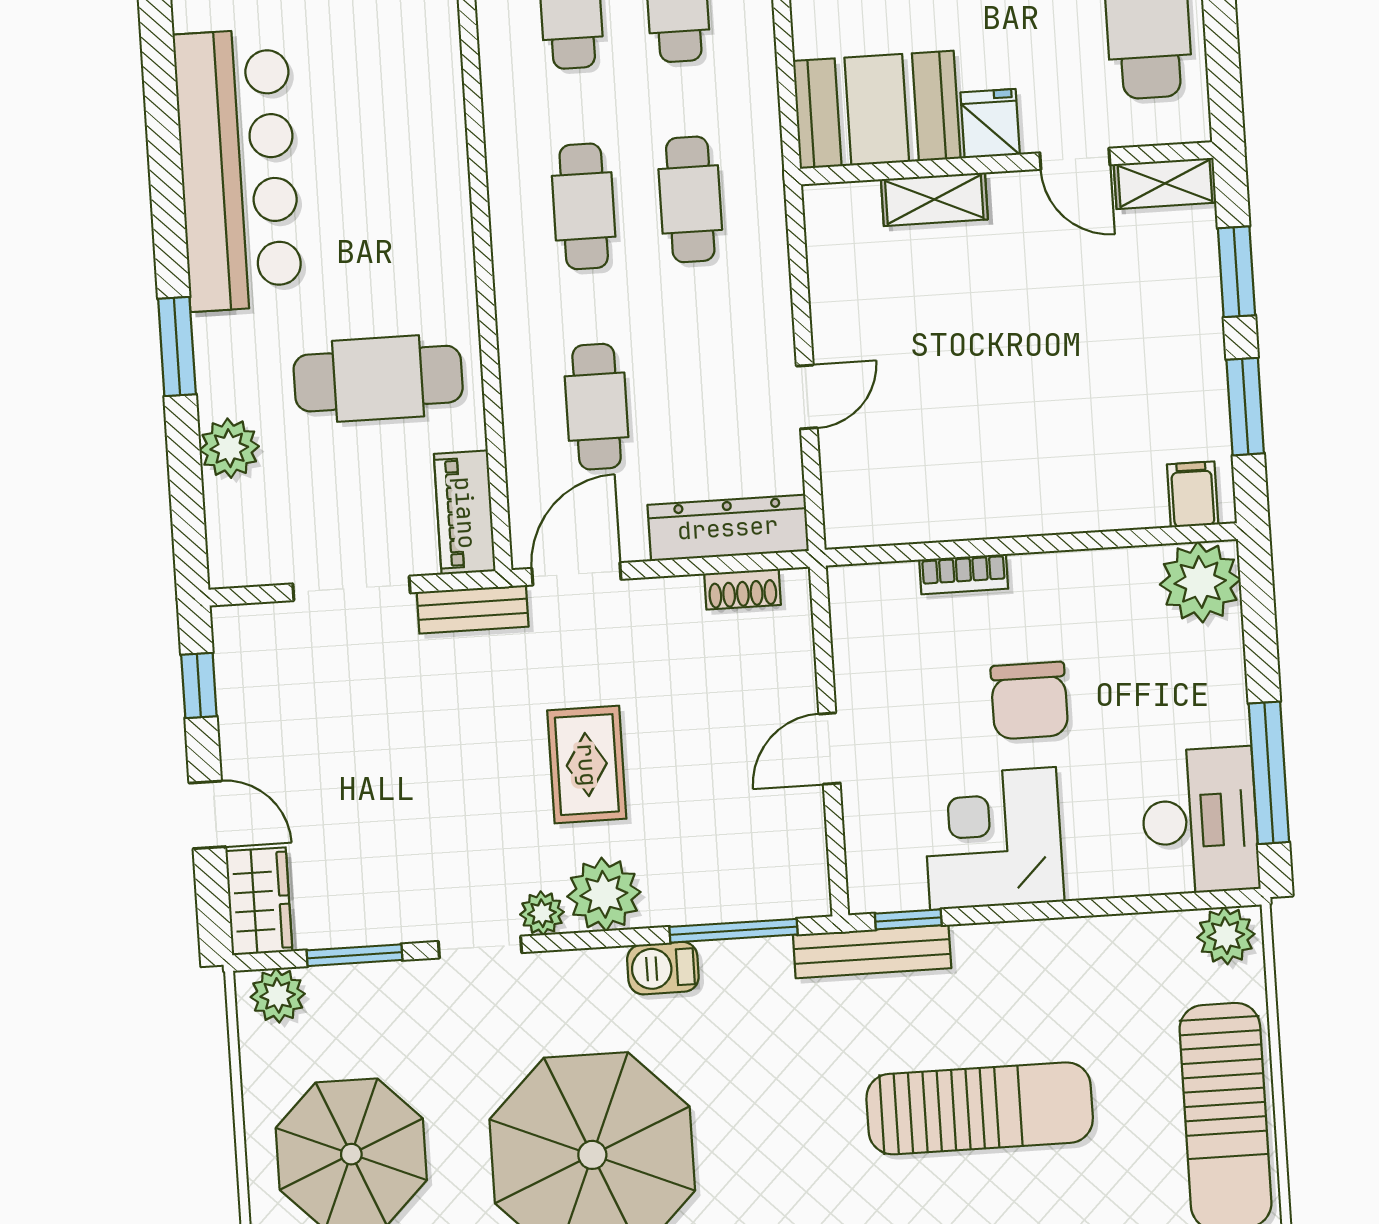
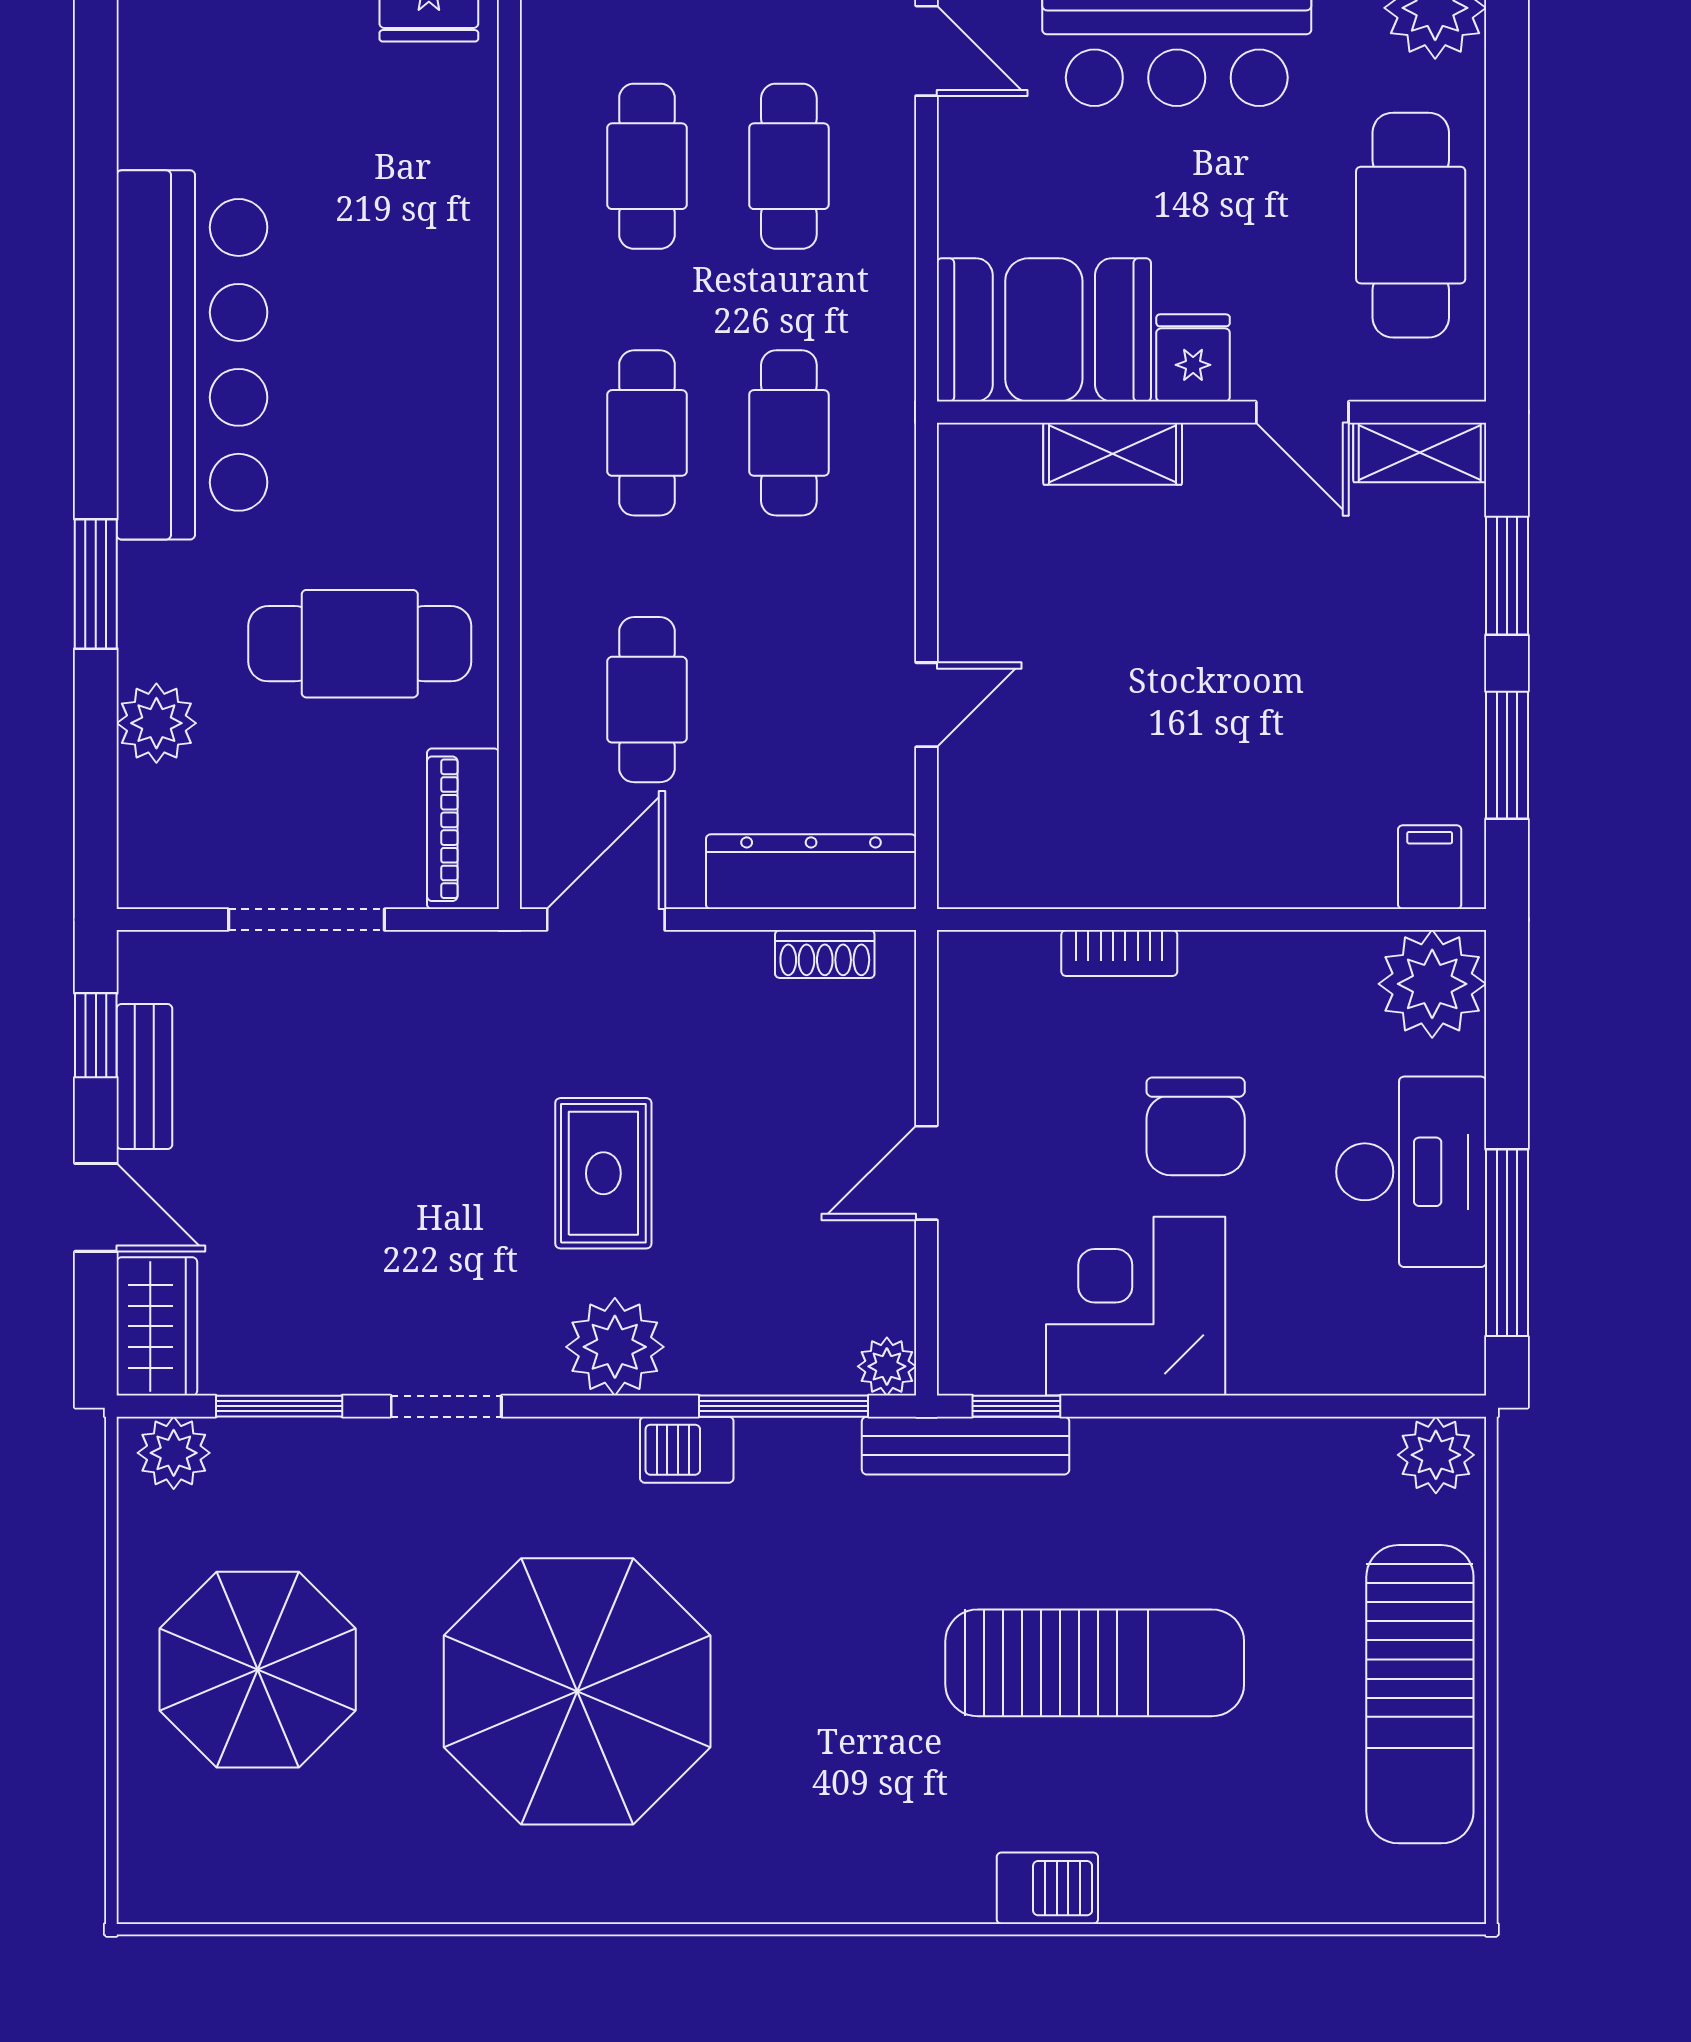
bench: (473, 609) -> (144, 1077), moved, turned 90
desk: (1200, 821) -> (1411, 1172), moved
plant: (542, 913) -> (887, 1366), moved

